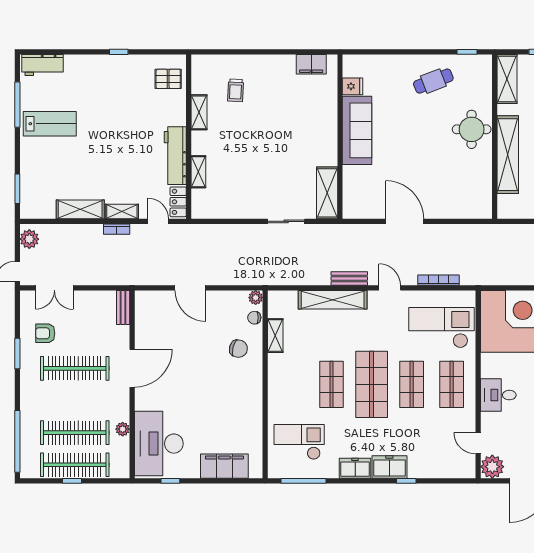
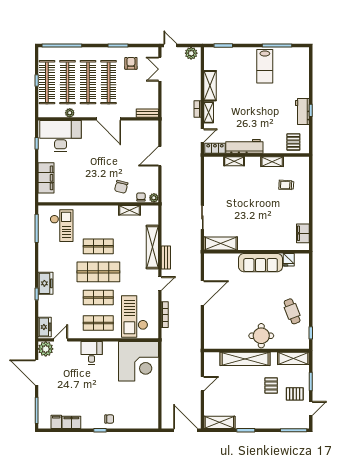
workbench: (42, 65) -> (302, 111), moved
checkout: (441, 328) -> (135, 317), turned 180
clothes rail: (75, 401) -> (88, 82), added
freezer: (355, 468) -> (45, 327), moved

